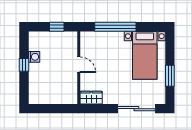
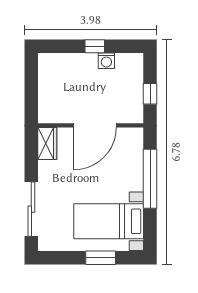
door: (79, 65) -> (95, 125), width x1.87
window: (170, 76) -> (101, 258), moved

